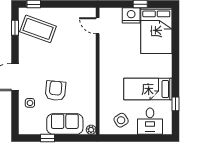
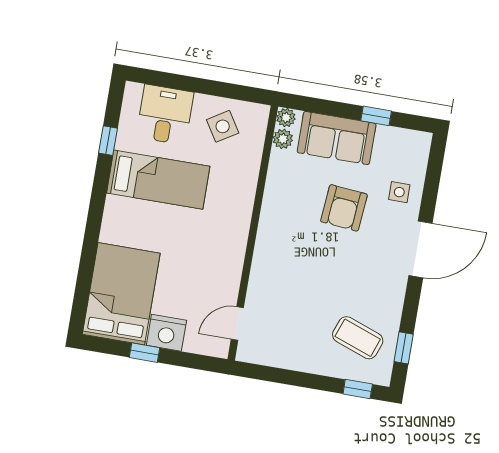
door: (98, 26) -> (237, 323), swing flipped
coffee table: (38, 29) -> (358, 338), width x0.73, depth x0.76
plant: (91, 119) -> (283, 139), added

